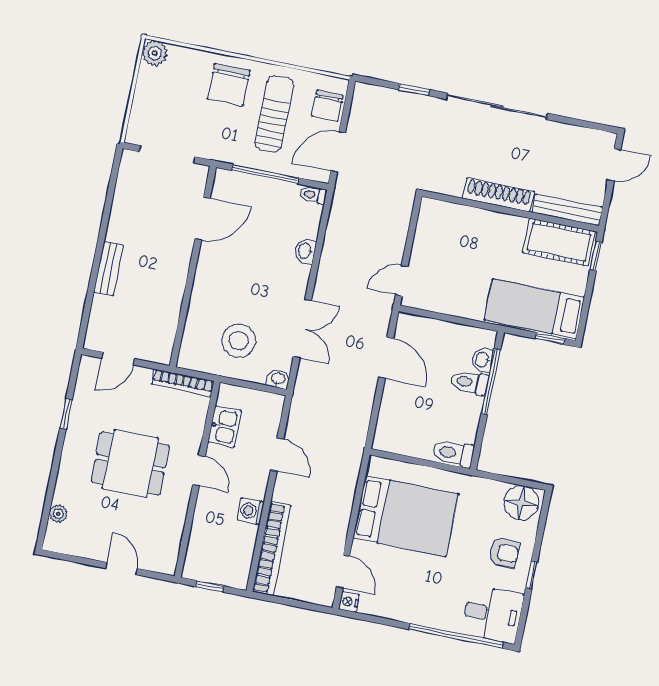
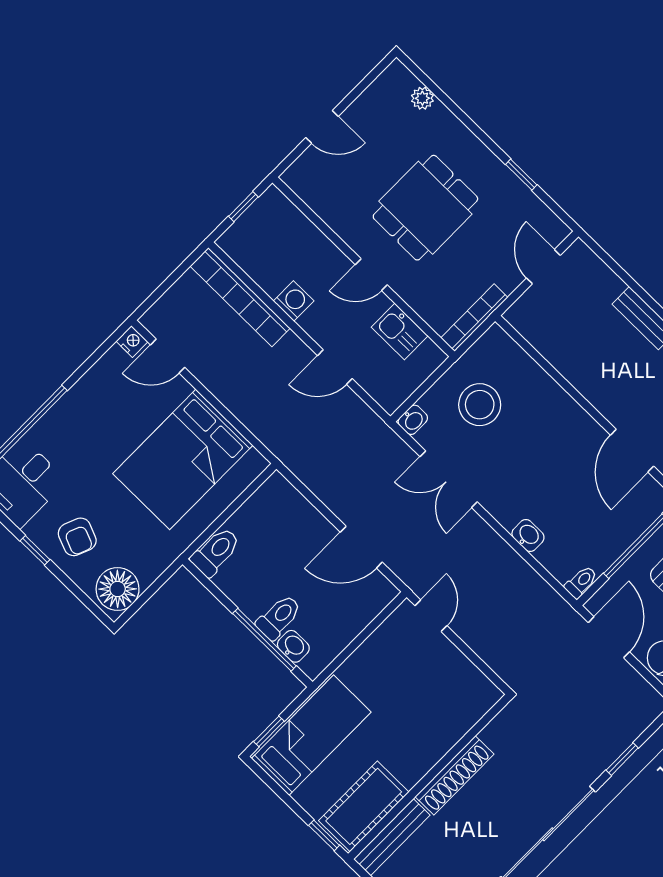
armchair: (504, 553) -> (77, 537), turned -68

